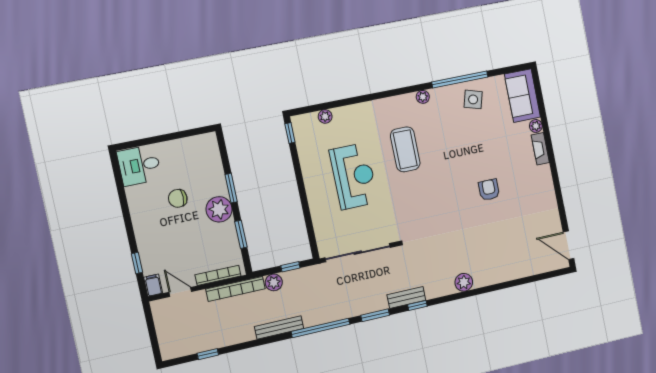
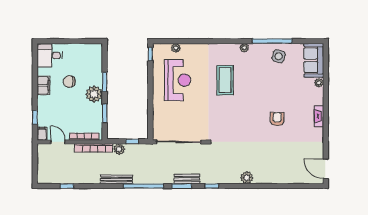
fireplace: (540, 149) -> (319, 116), moved
reception desk: (354, 176) -> (178, 80), moved
filing cabinet: (140, 212) -> (43, 85), added
bench: (406, 297) -> (187, 179), moved

